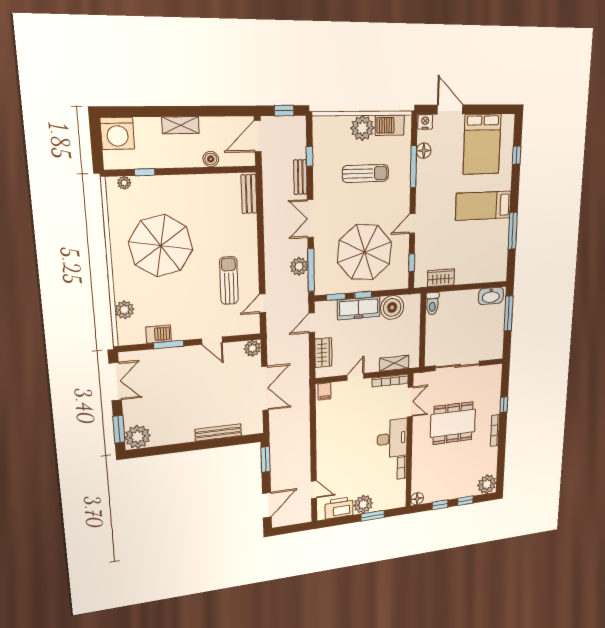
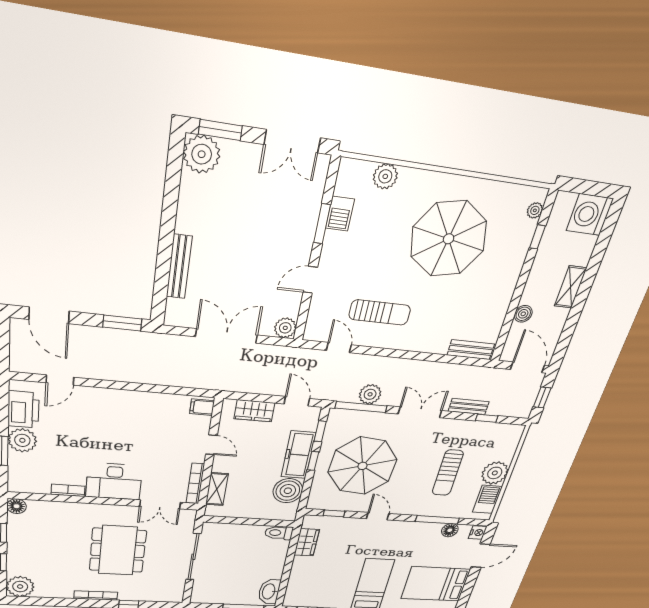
double door: (265, 388) -> (227, 336), swing flipped

